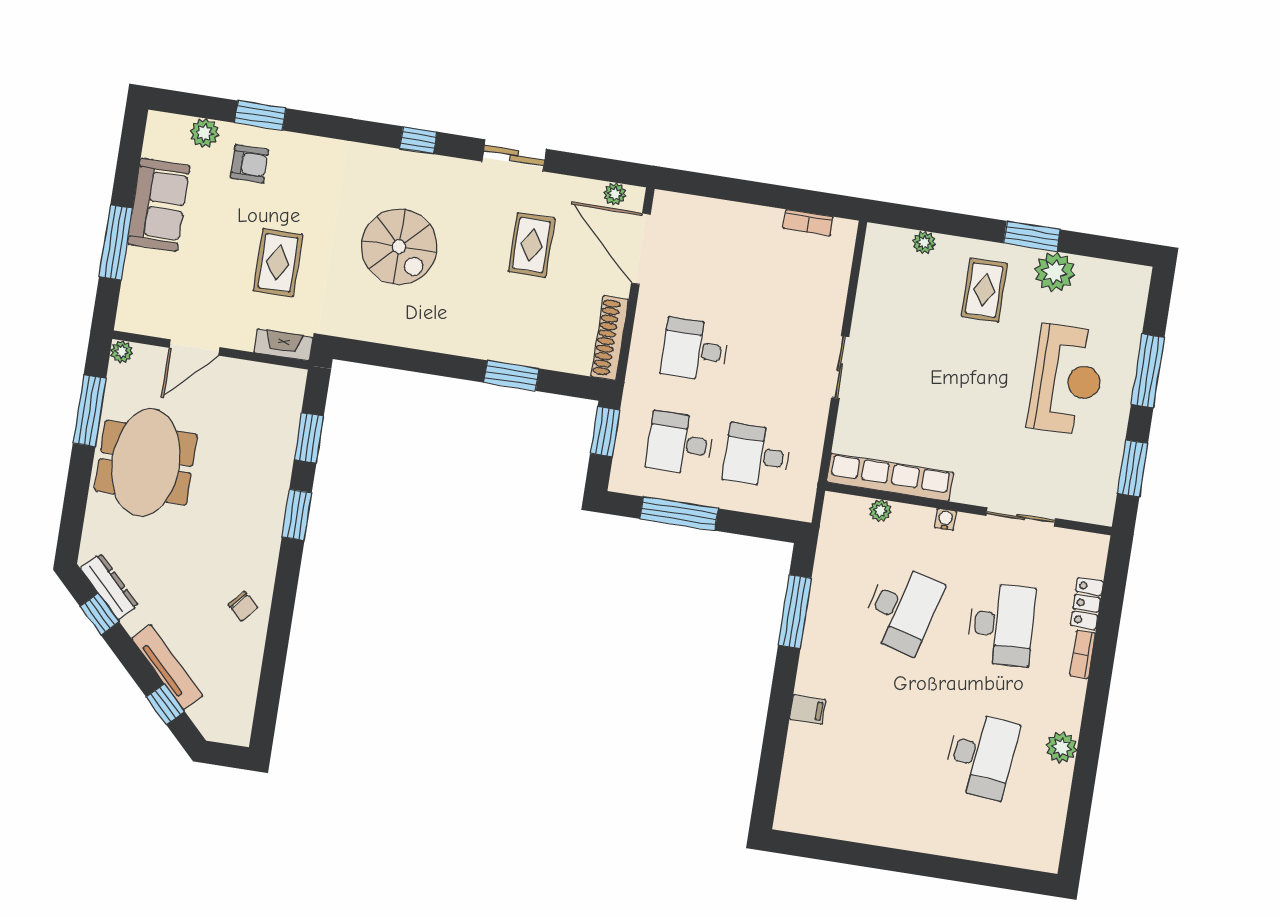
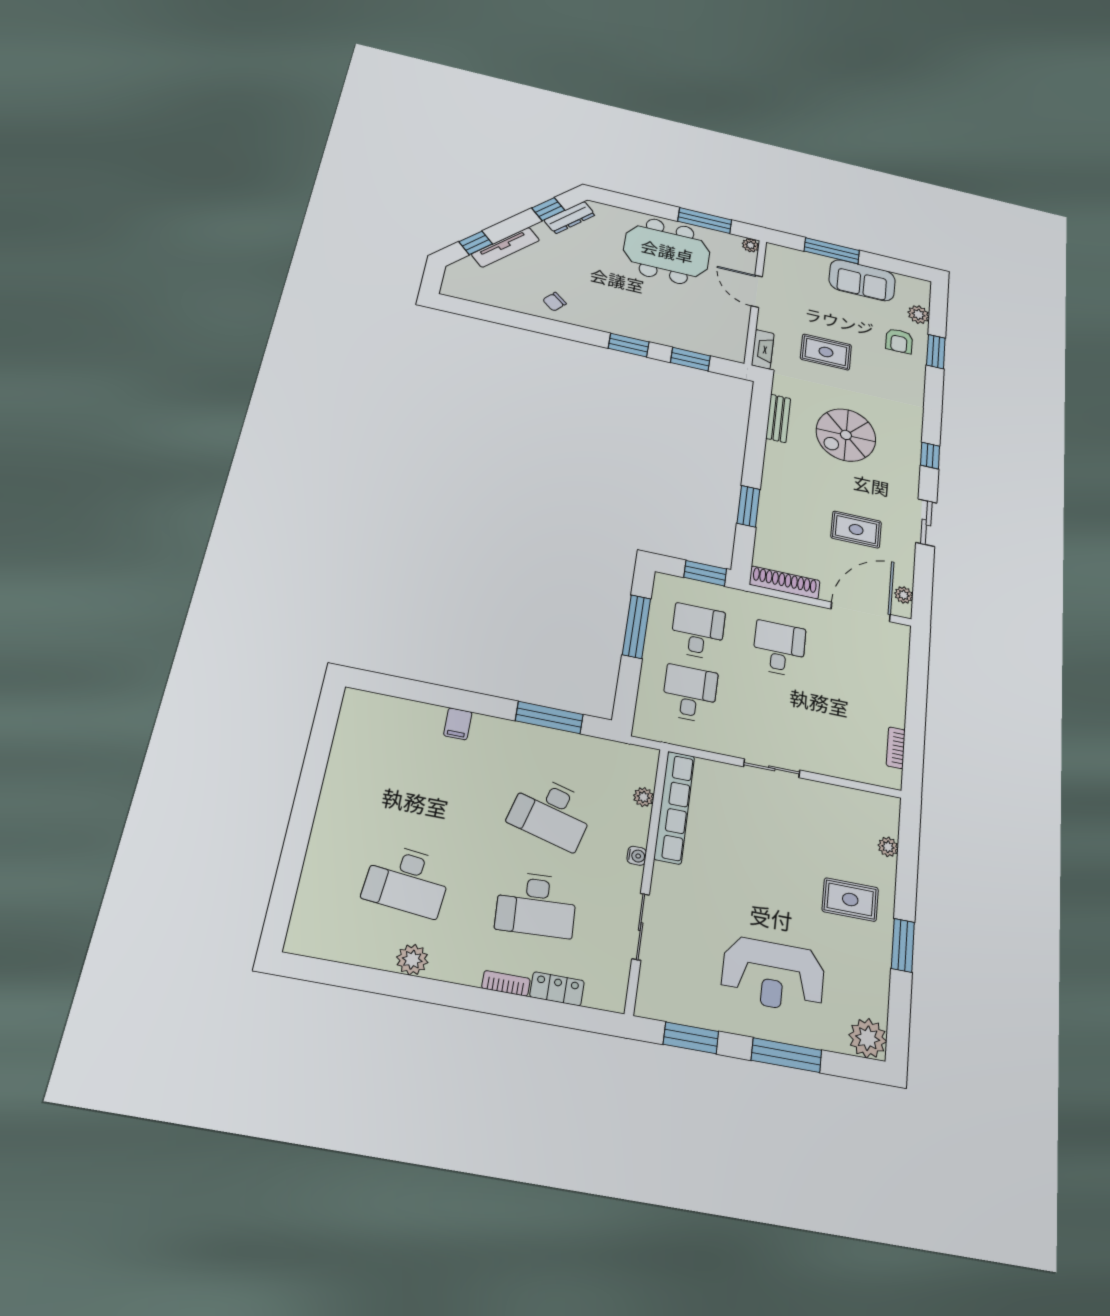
plant: (1054, 272) -> (868, 1038), moved
bench: (384, 331) -> (778, 418), added

